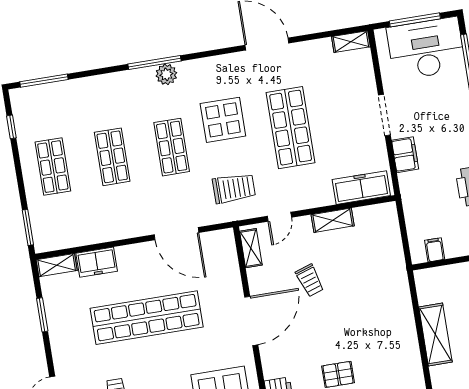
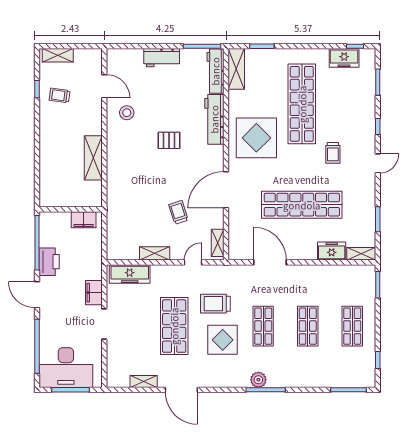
shelving: (351, 42) -> (144, 382), moved
trolley: (234, 188) -> (215, 304), moved
filing cabinet: (435, 250) -> (84, 220), width x2.00

